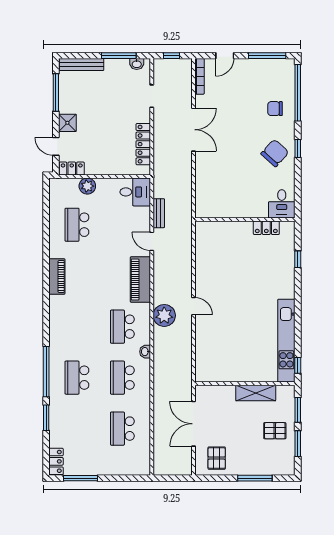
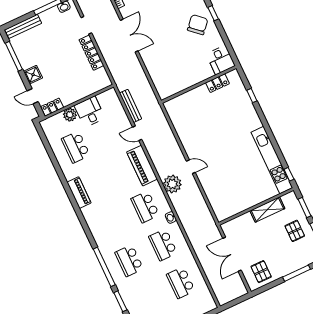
locker: (143, 144) -> (91, 53), moved
desk: (135, 192) -> (90, 112), moved, turned -90
bench: (159, 213) -> (131, 106), width x1.36
pallet: (275, 431) -> (295, 231), turned 90

